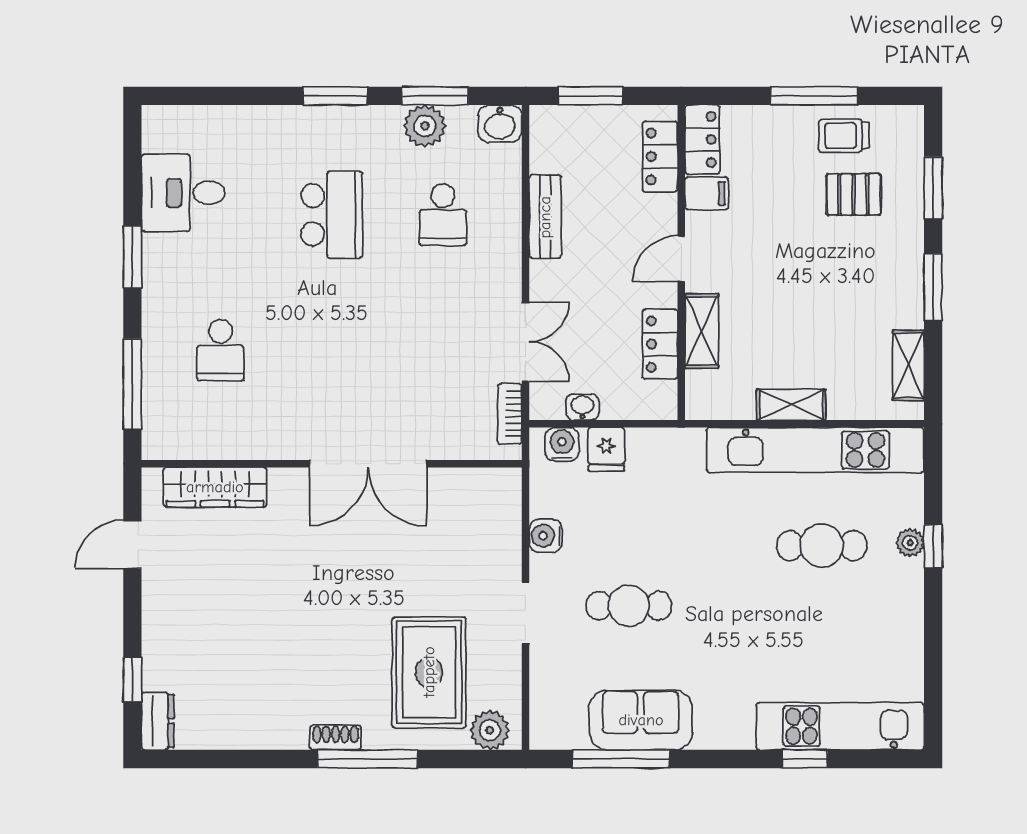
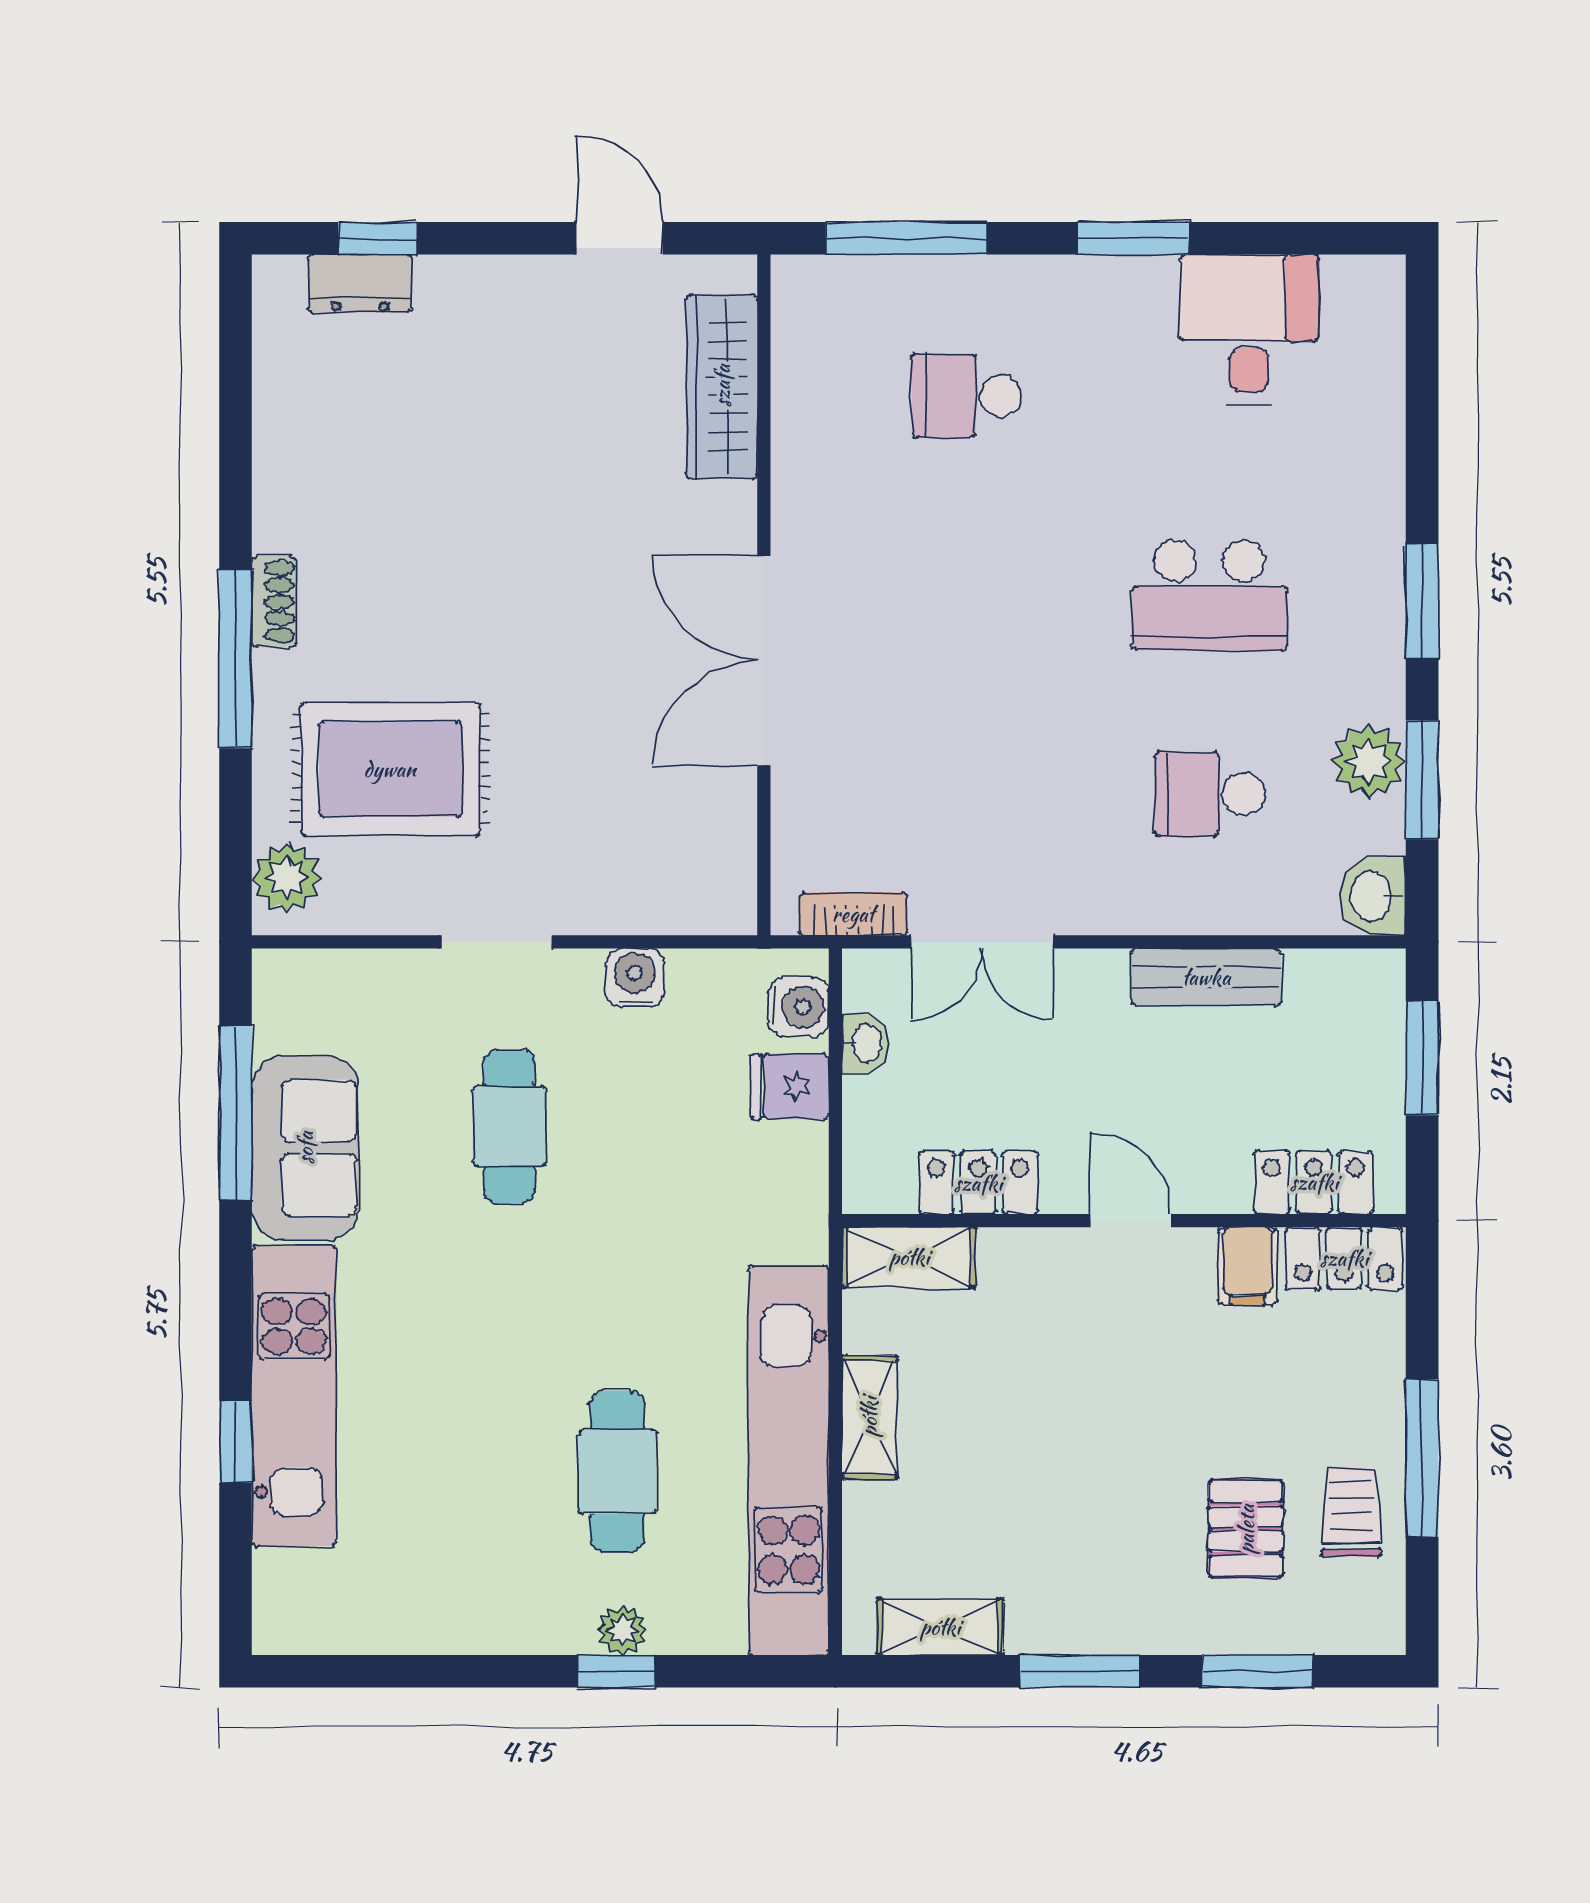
shelving: (702, 331) -> (909, 1257), moved
dresser: (158, 721) -> (360, 284), moved
kitchen unit: (840, 726) -> (294, 1396), moved

